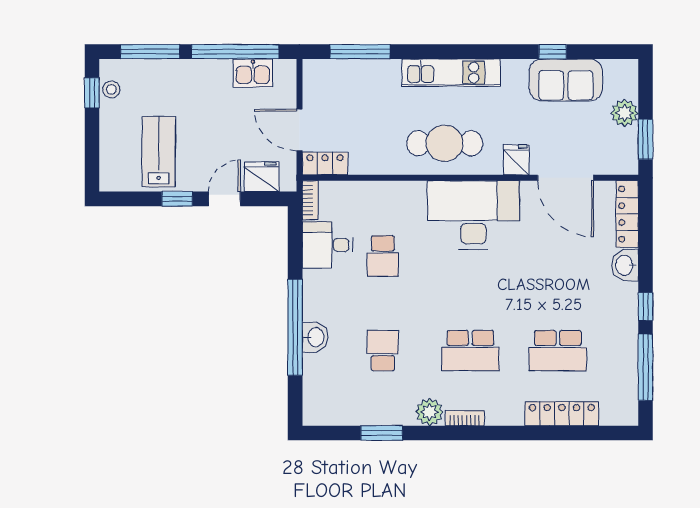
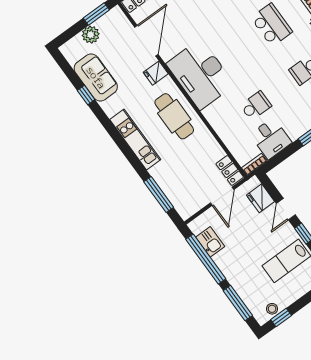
door: (224, 199) -> (286, 209), hinge flipped

